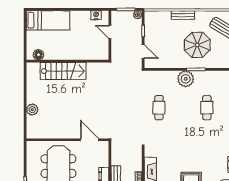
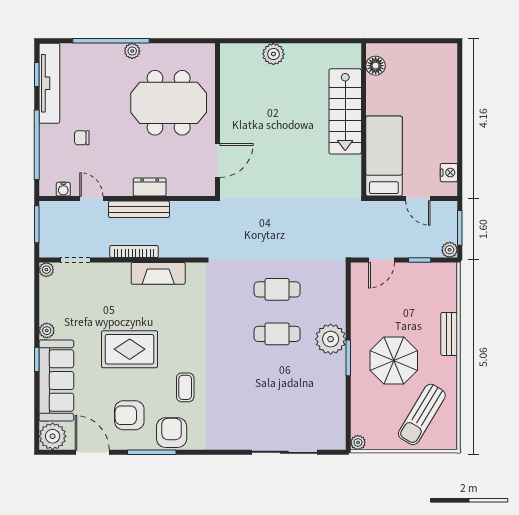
bed: (48, 20) -> (384, 156), moved, turned 180
door: (110, 32) -> (418, 198), swing flipped
cafe table: (207, 108) -> (277, 334), moved
coffee table: (212, 157) -> (185, 387), added

